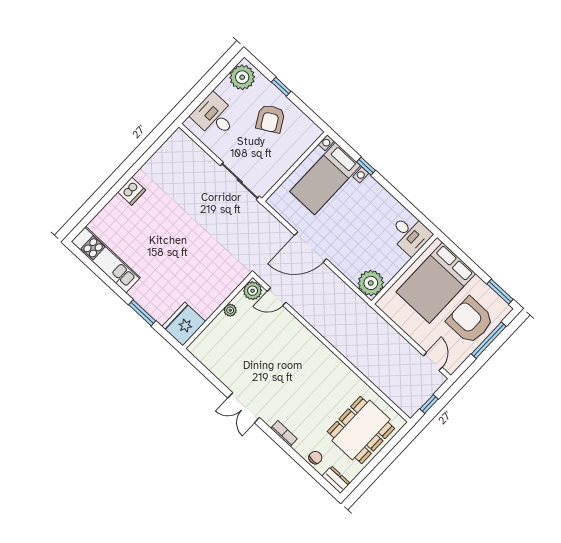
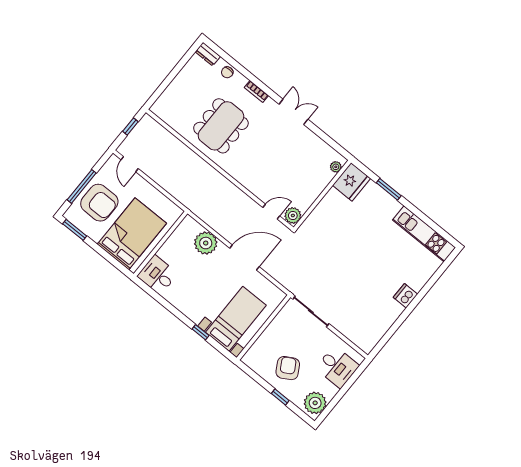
plant: (371, 283) -> (206, 243), moved
plant: (230, 310) -> (336, 167), moved
dining table: (361, 430) -> (221, 126), moved

